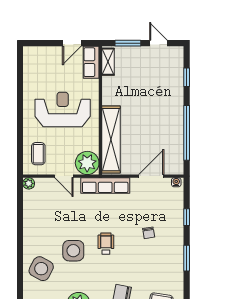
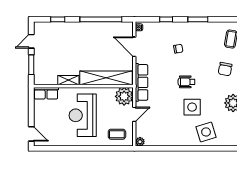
door: (72, 43) -> (31, 134), moved
shelving: (108, 62) -> (68, 80), moved
side table: (41, 269) -> (206, 132), turned 45

